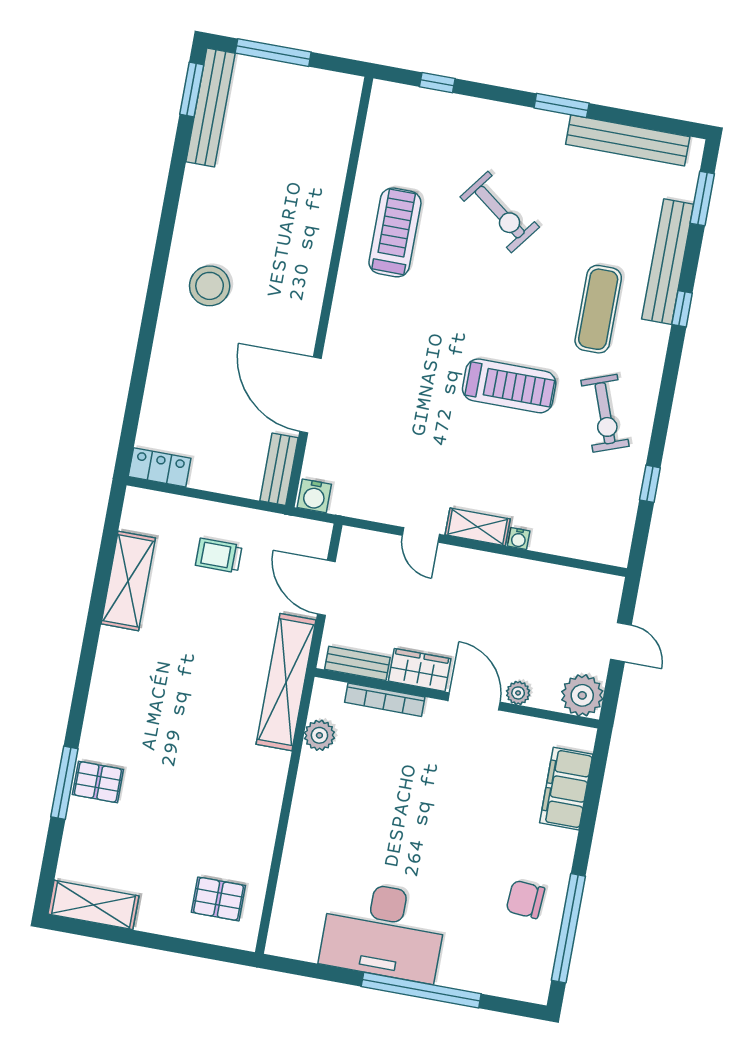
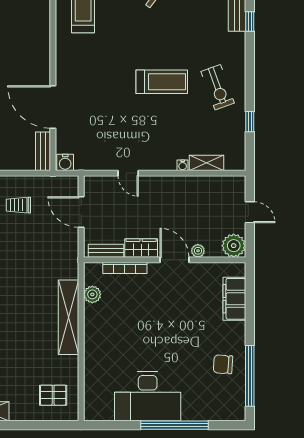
exercise mat: (598, 309) -> (203, 30), removed
shelving: (478, 527) -> (206, 163), moved
shelving: (286, 682) -> (68, 317), moved

